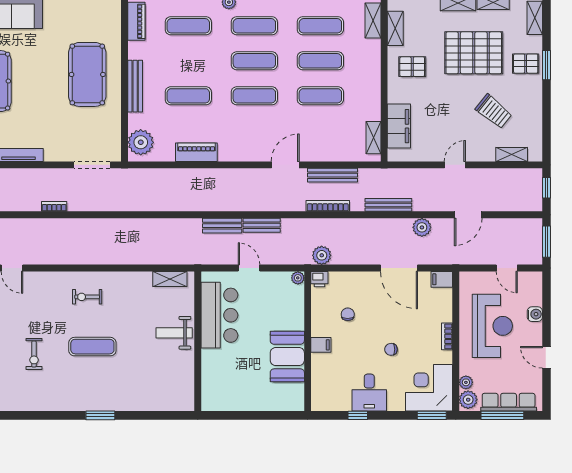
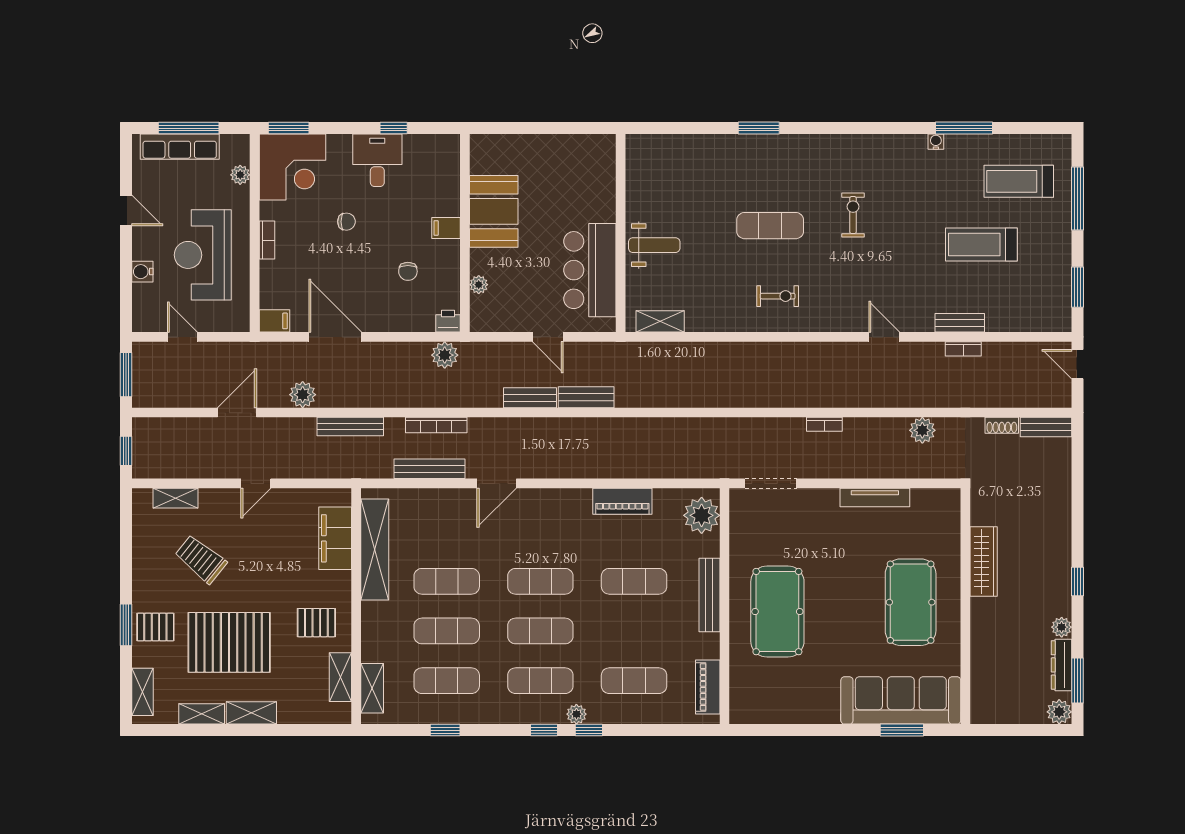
shelving: (374, 138) -> (375, 549), width x2.20, depth x1.33
plant: (298, 278) -> (479, 285), moved
plant: (468, 400) -> (237, 150), removed

